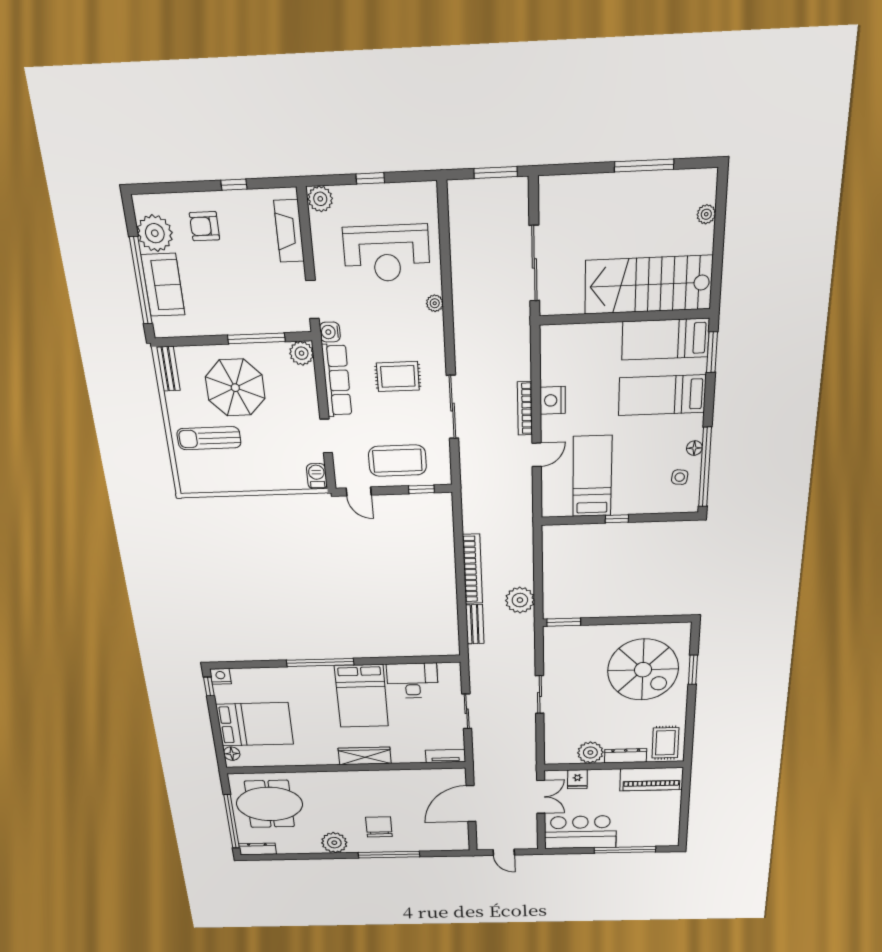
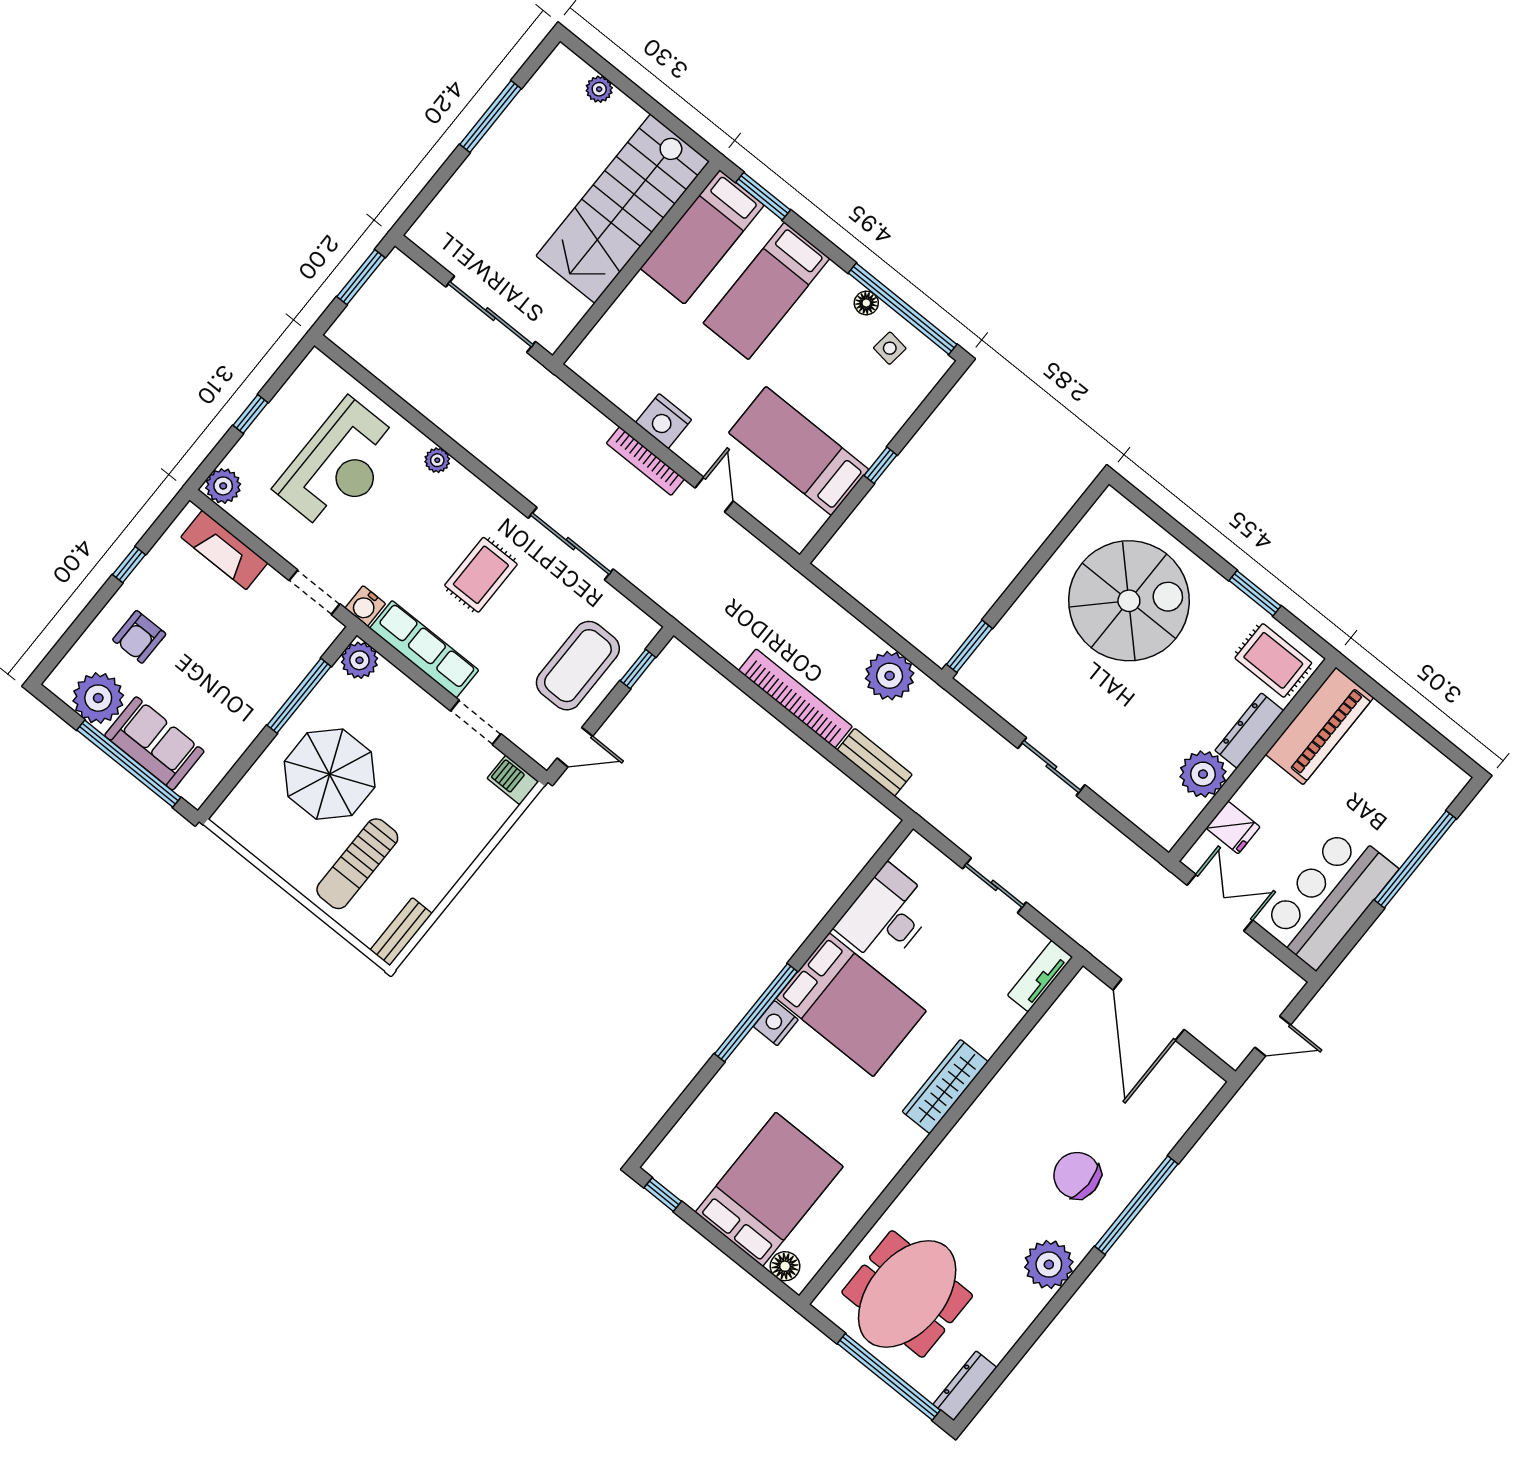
bench: (168, 369) -> (401, 932), moved, turned 90
window: (693, 670) -> (1255, 593), moved
nightstand: (221, 676) -> (776, 1023), moved

